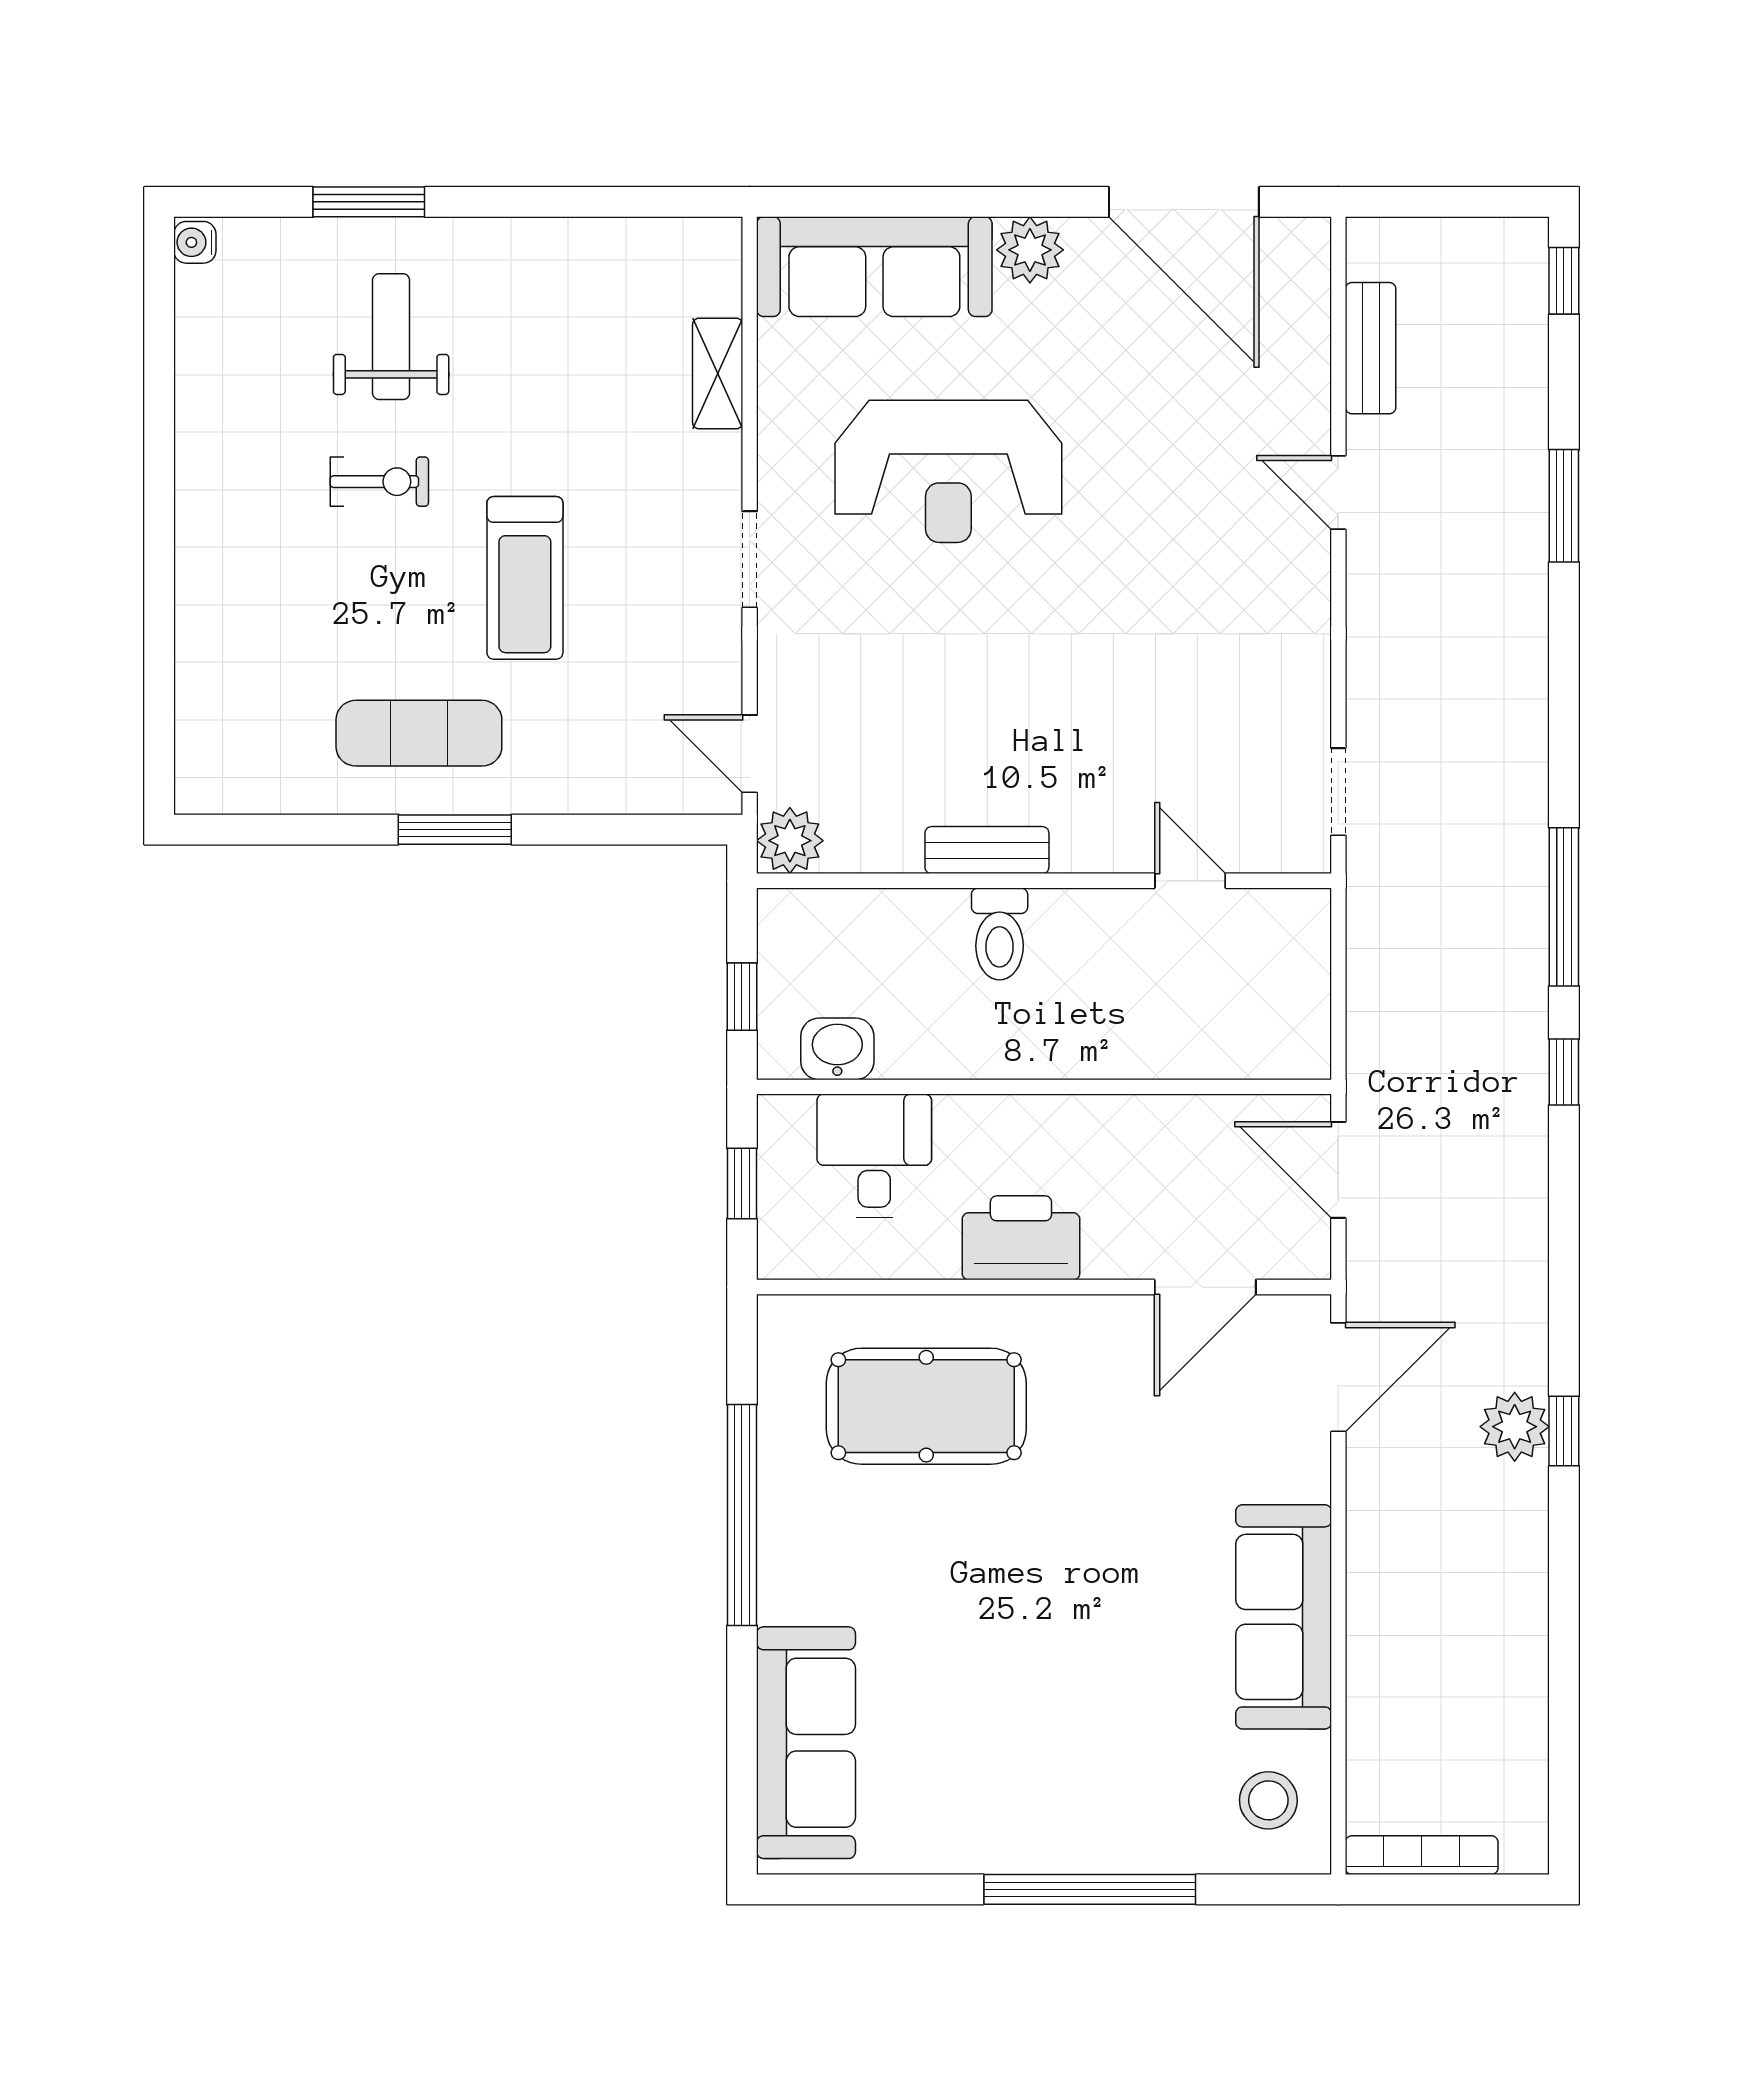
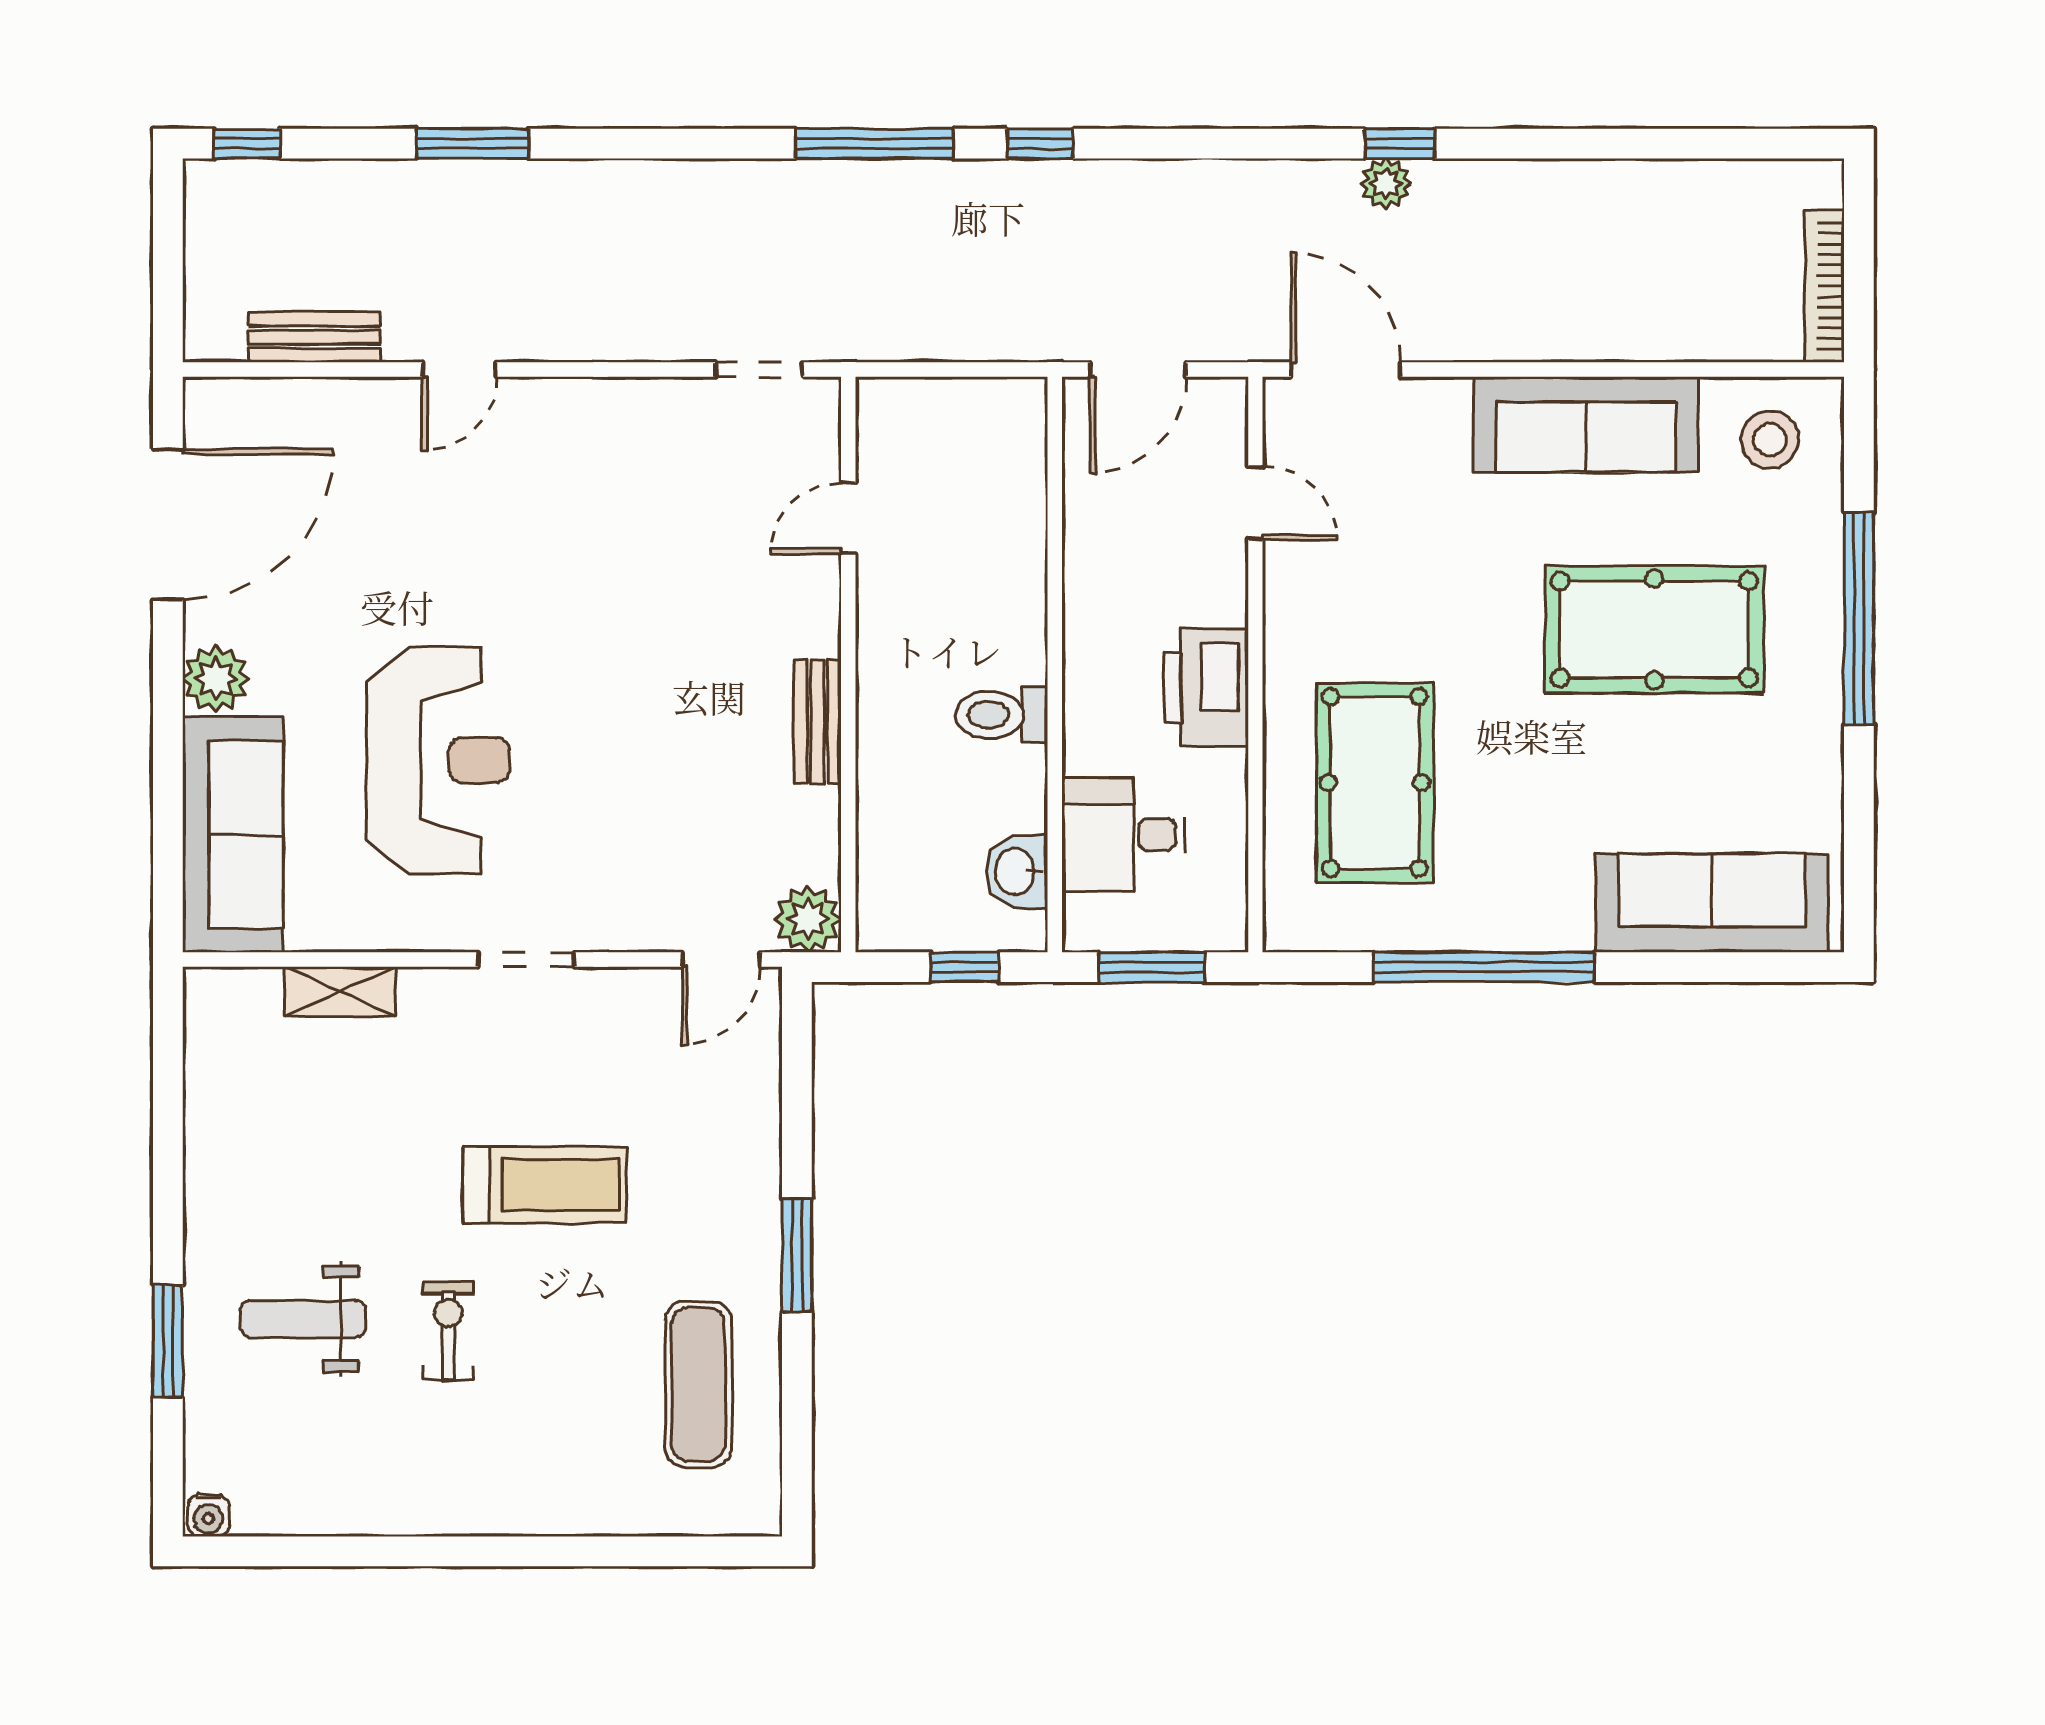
exercise mat: (419, 733) -> (699, 1384), moved
toilet: (1000, 934) -> (1002, 715), moved, turned 180
window: (742, 1184) -> (1152, 967), width x1.50
door: (1205, 1287) -> (1255, 503), width x0.73
plant: (1515, 1427) -> (1386, 184), width x0.73, depth x0.73
pool table: (1079, 1685) -> (1654, 630), added

